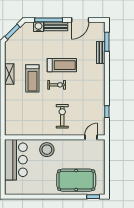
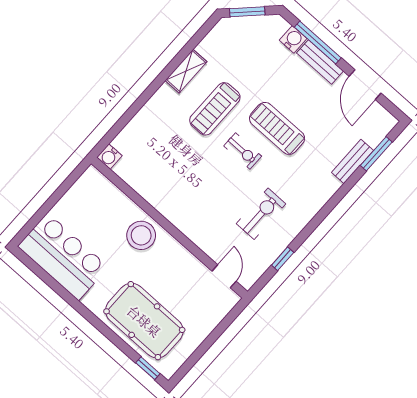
door: (80, 20) -> (365, 85), hinge flipped
treadmill: (62, 65) -> (277, 128), turned 180
exercise bike: (62, 116) -> (261, 214), moved
water cooler: (9, 131) -> (109, 156), added
door: (91, 137) -> (224, 276), hinge flipped
bar counter: (16, 160) -> (63, 257), moved, turned -90

